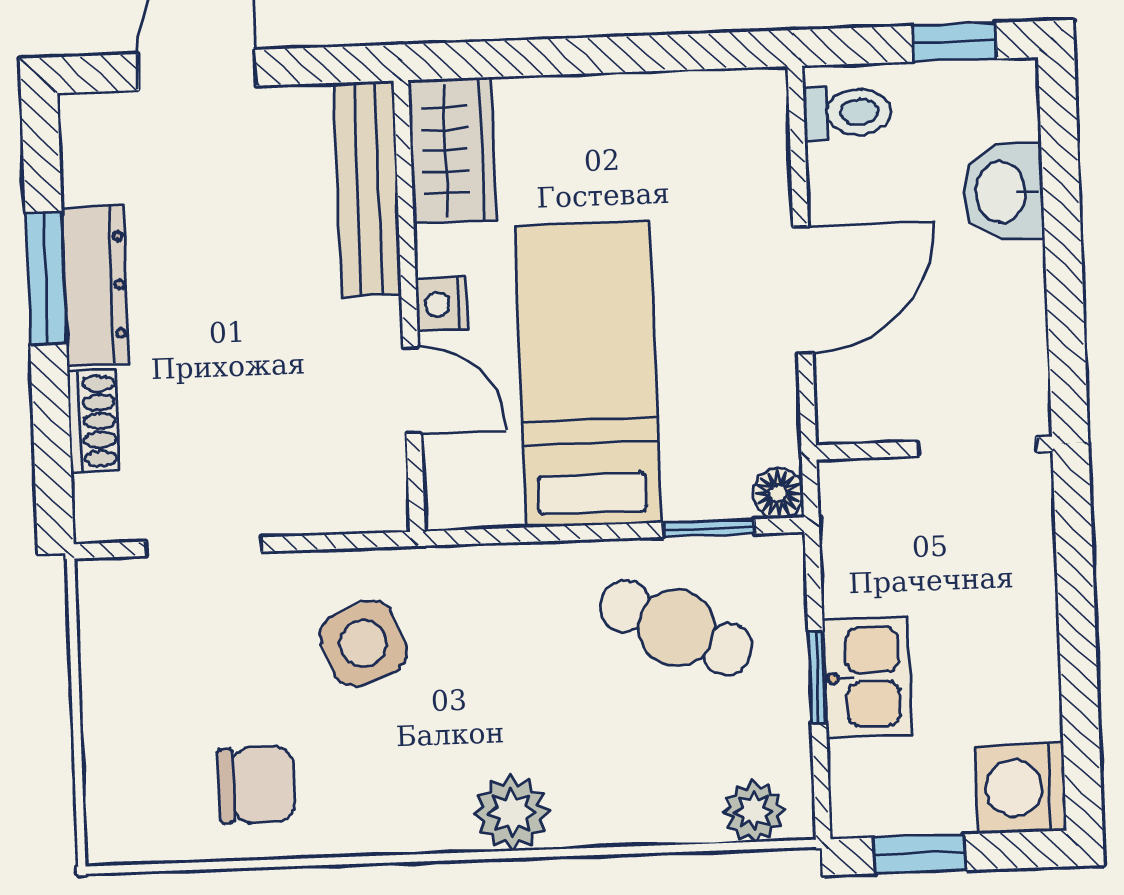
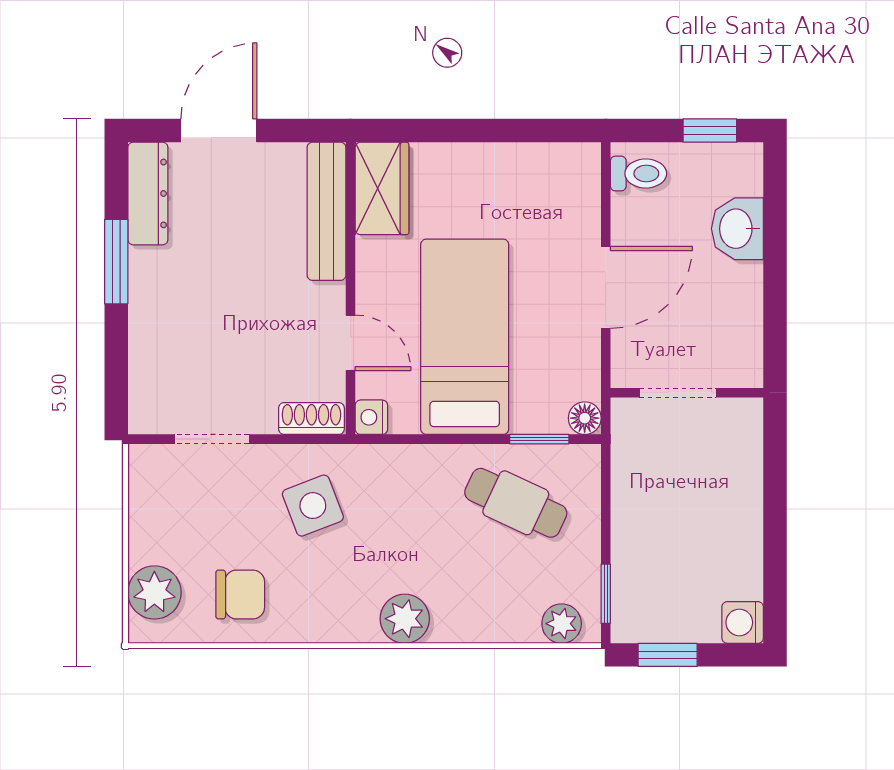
dresser: (95, 285) -> (148, 193), moved
nightstand: (441, 304) -> (371, 417), moved
shoe rack: (94, 421) -> (311, 419), moved, turned -90
doorway: (977, 447) -> (678, 393), moved
window: (817, 677) -> (606, 594), moved
kitchen sink: (867, 677) -> (638, 539), removed
plant: (124, 787) -> (154, 592), added
washing machine: (1021, 788) -> (743, 622), width x0.73, depth x0.73

